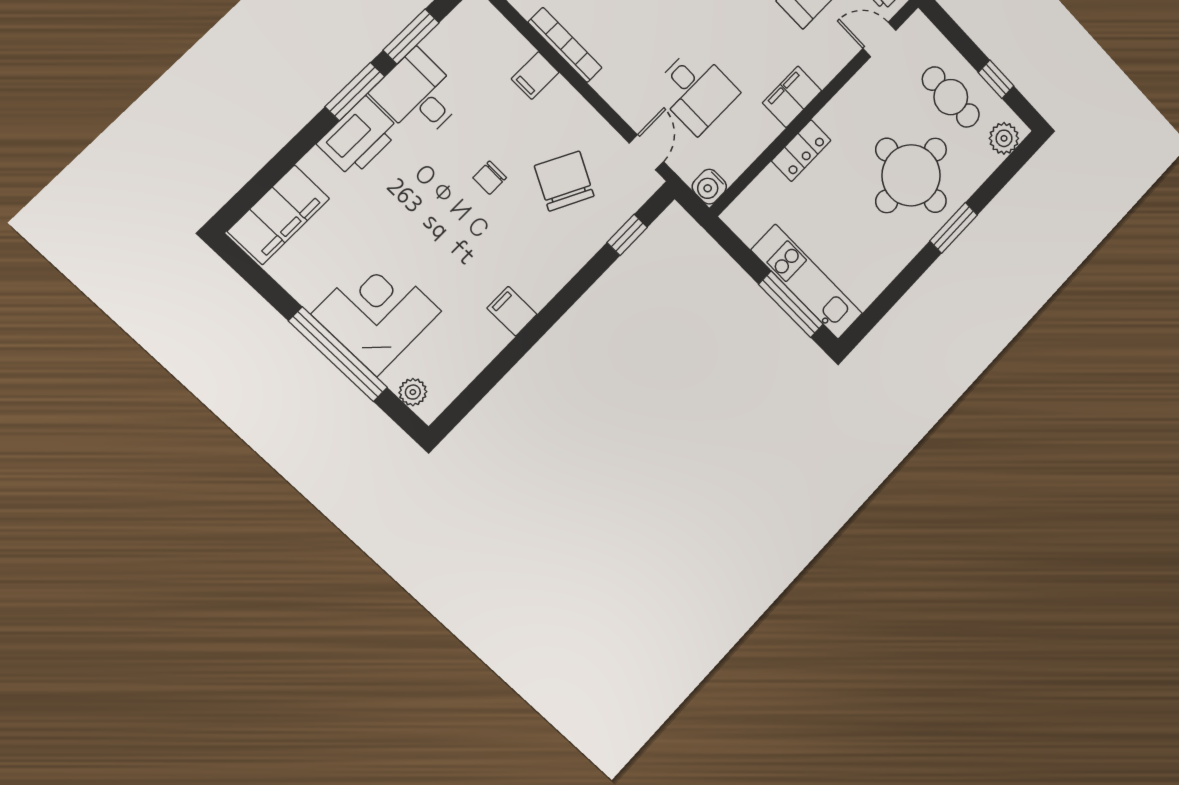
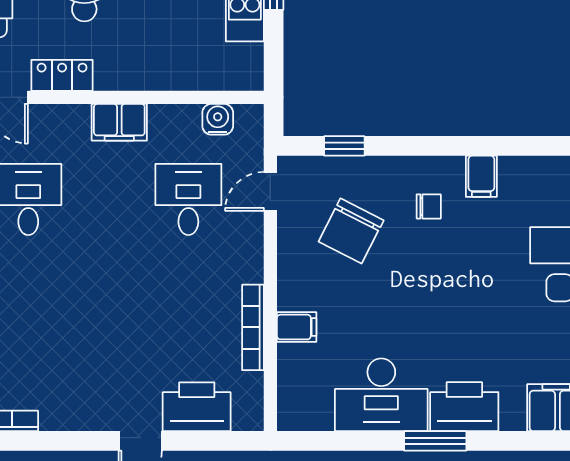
window: (411, 36) -> (358, 441), removed
desk: (418, 95) -> (381, 395), width x1.37
locker: (801, 151) -> (62, 75), moved
chair: (490, 178) -> (429, 206), moved
water cooler: (709, 187) -> (218, 119), moved, turned -90

